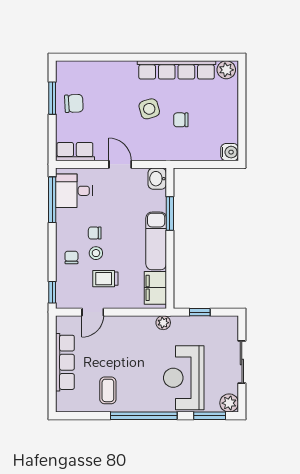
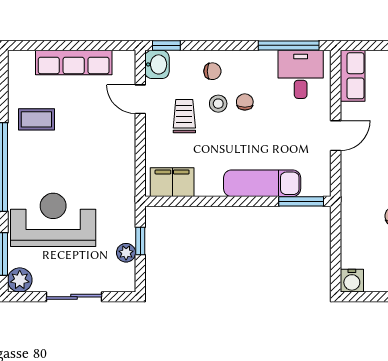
washbasin: (157, 179) -> (157, 64), moved, turned 90
window: (170, 214) -> (301, 201), moved
exam couch: (156, 241) -> (262, 183), moved
plant: (163, 323) -> (126, 253), moved

